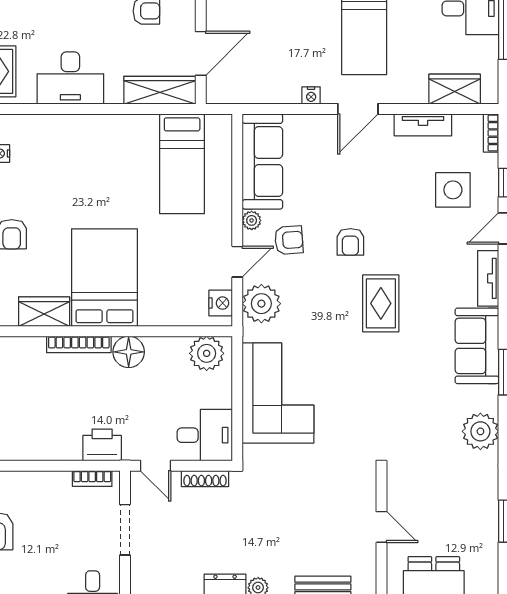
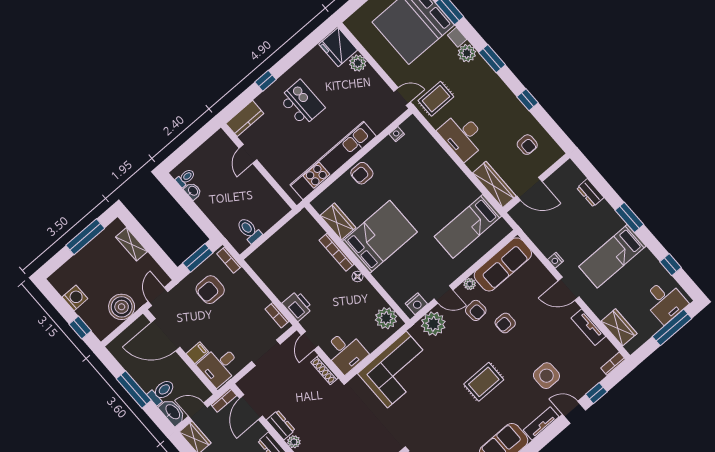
side table: (453, 190) -> (546, 376), moved
armchair: (350, 242) -> (505, 323), moved
floor lamp: (129, 352) -> (358, 277), width x0.53, depth x0.53

